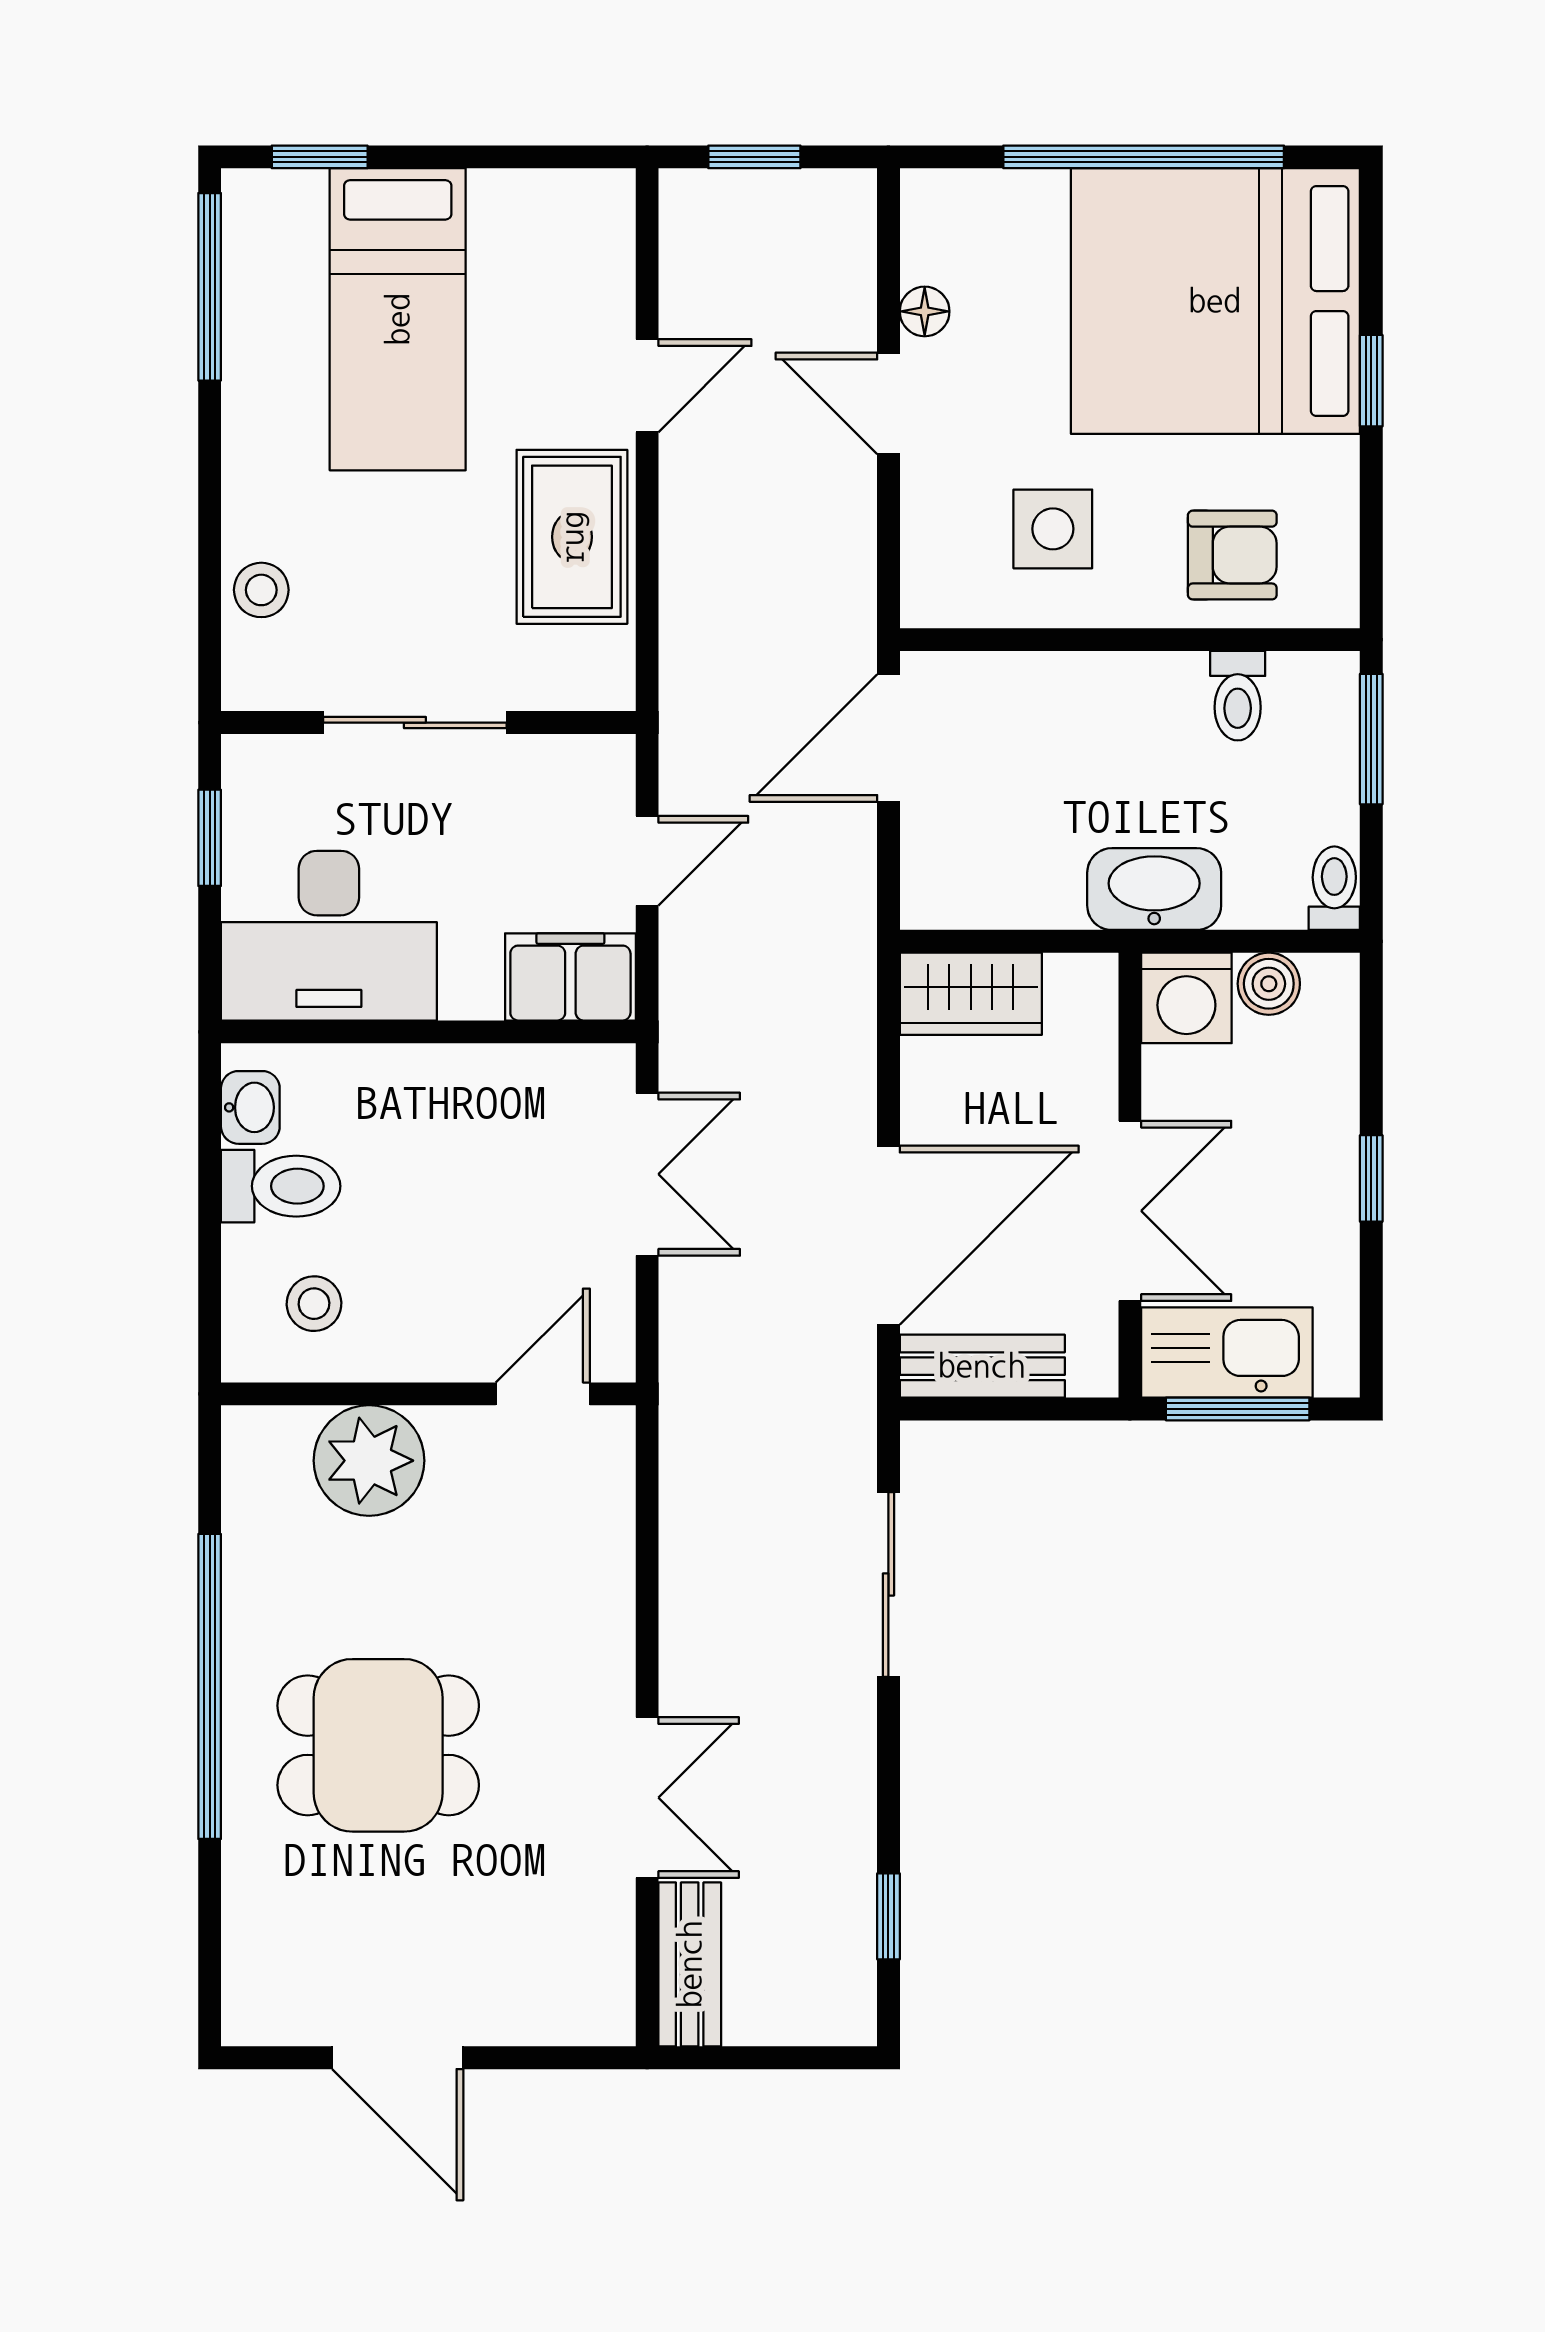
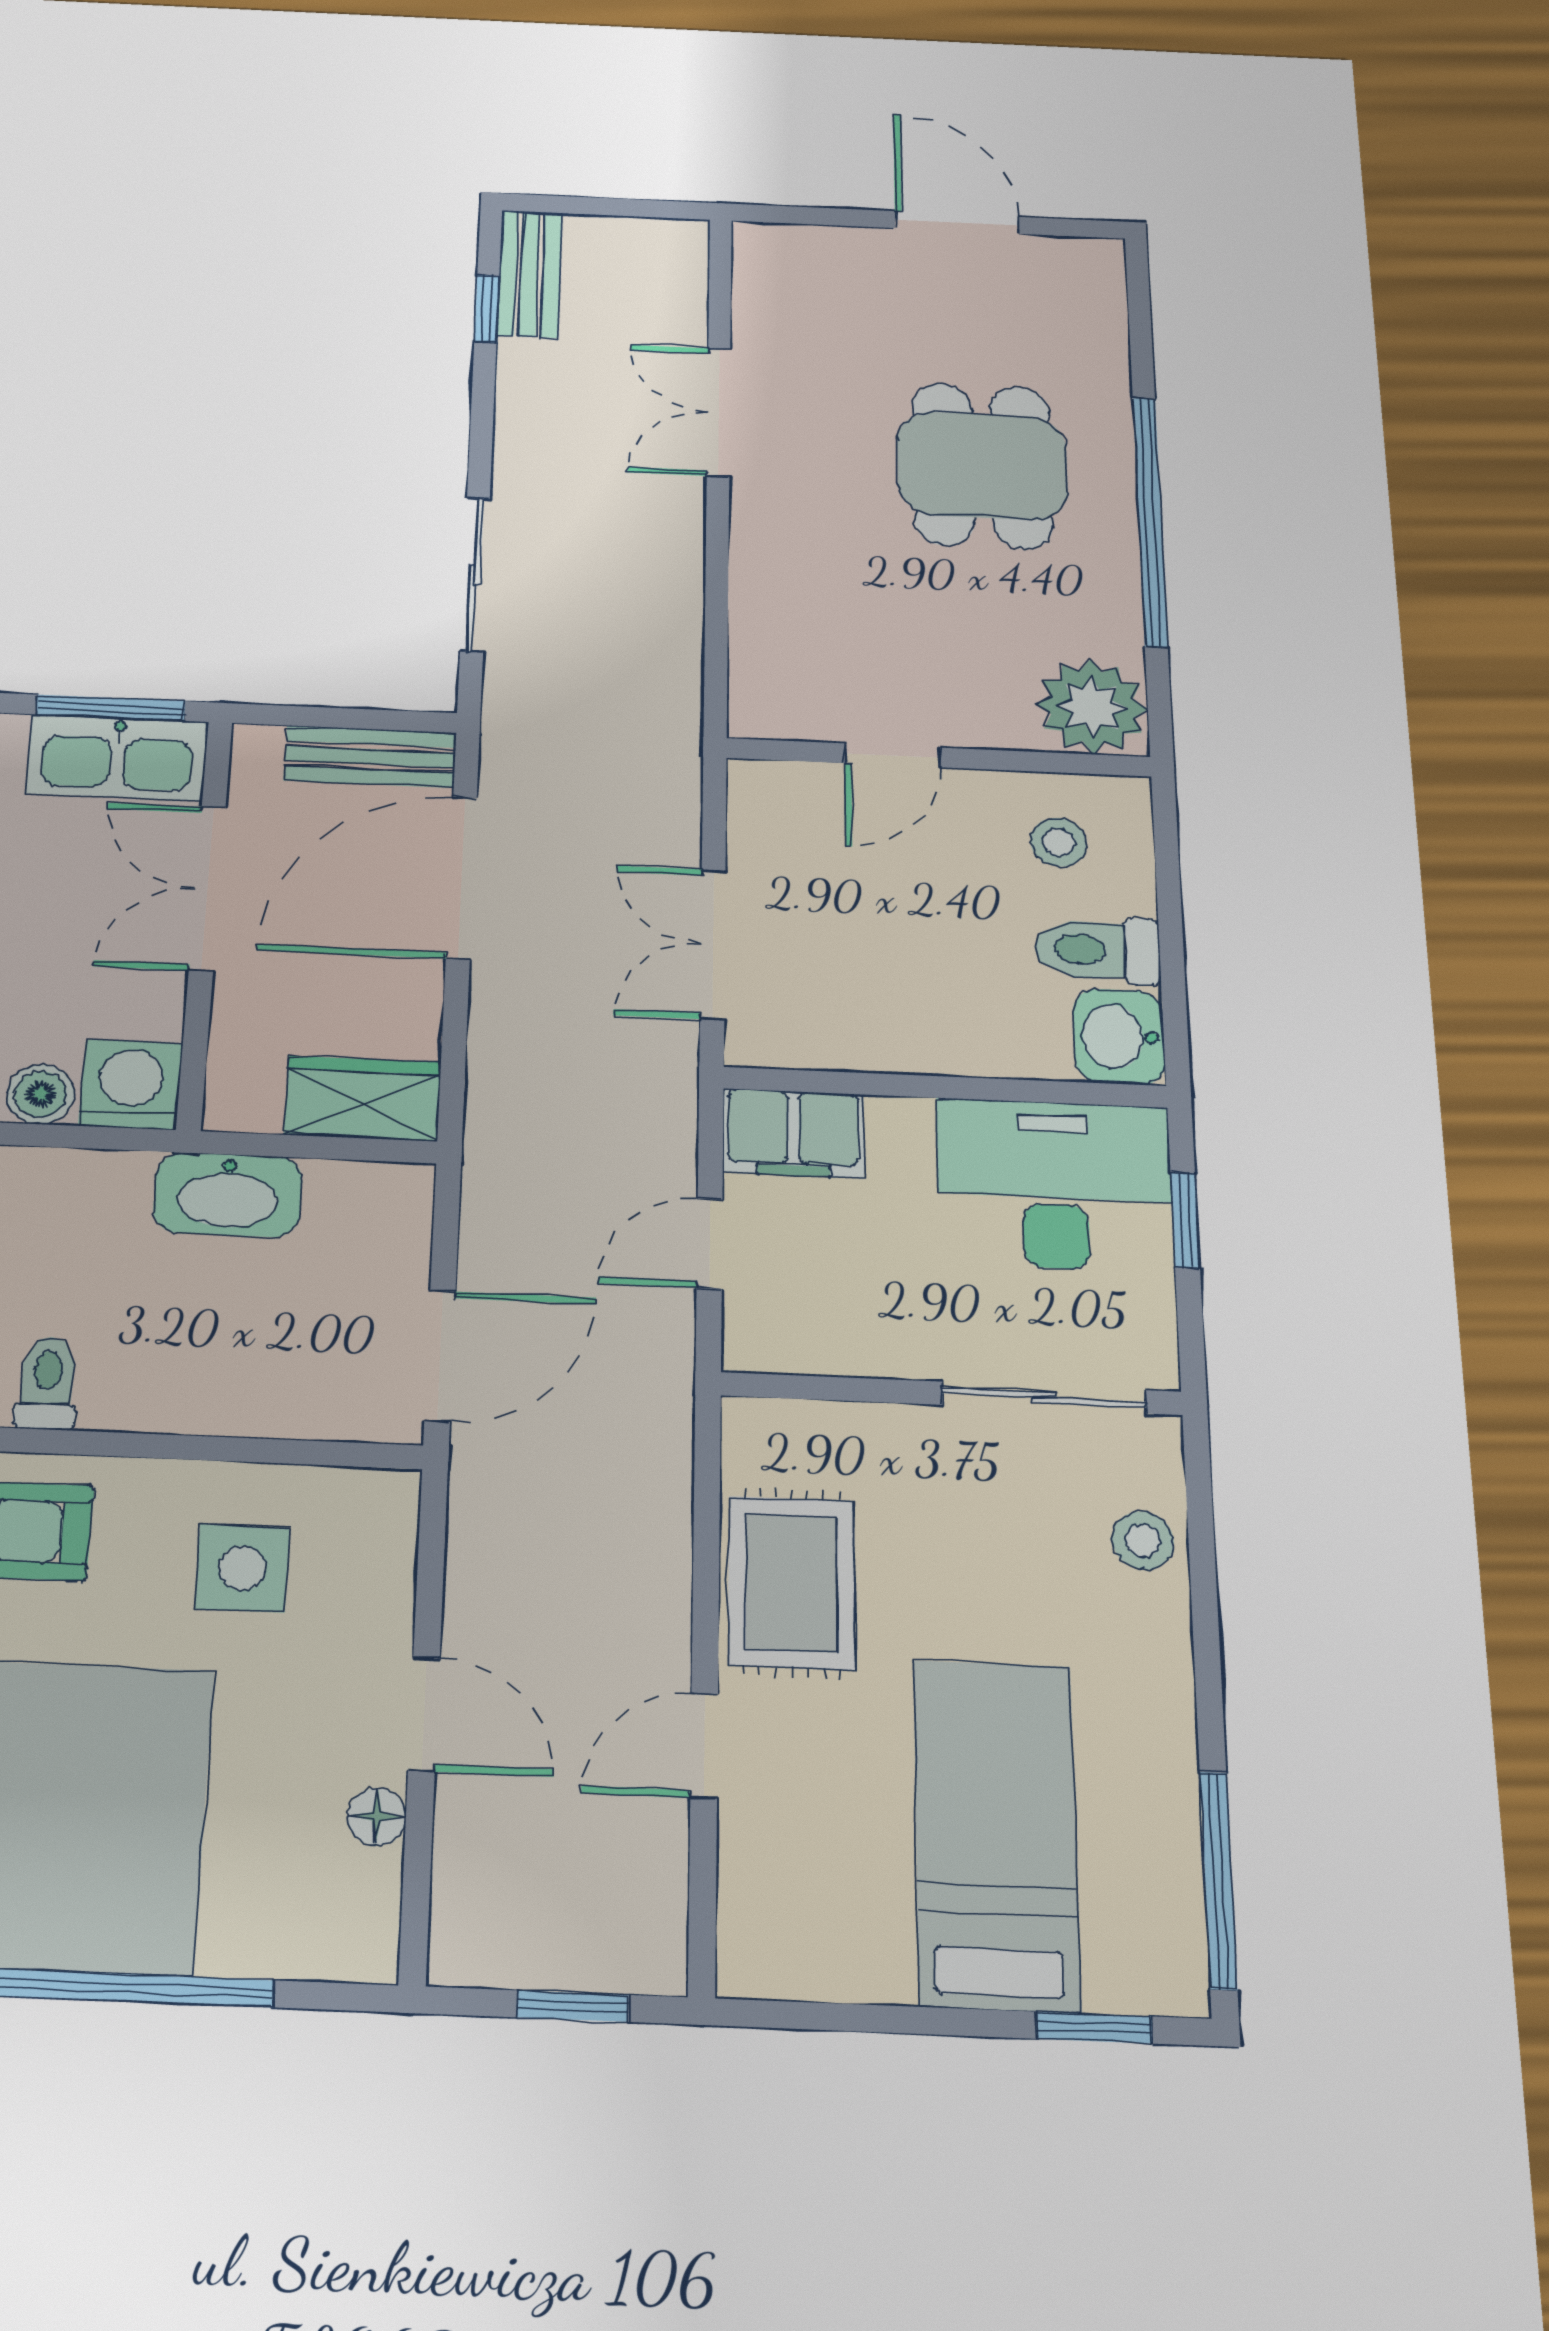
sliding door: (415, 723) -> (1044, 1397), moved
window: (210, 838) -> (1185, 1220), moved
washbasin: (1154, 889) -> (228, 1195), moved
washbasin: (250, 1107) -> (1119, 1037), width x1.38, depth x1.45
door: (543, 1394) -> (893, 755), moved
plant: (369, 1461) -> (1092, 707), moved
dining table: (378, 1745) -> (982, 466), turned 90
bench: (690, 1964) -> (529, 274), moved

